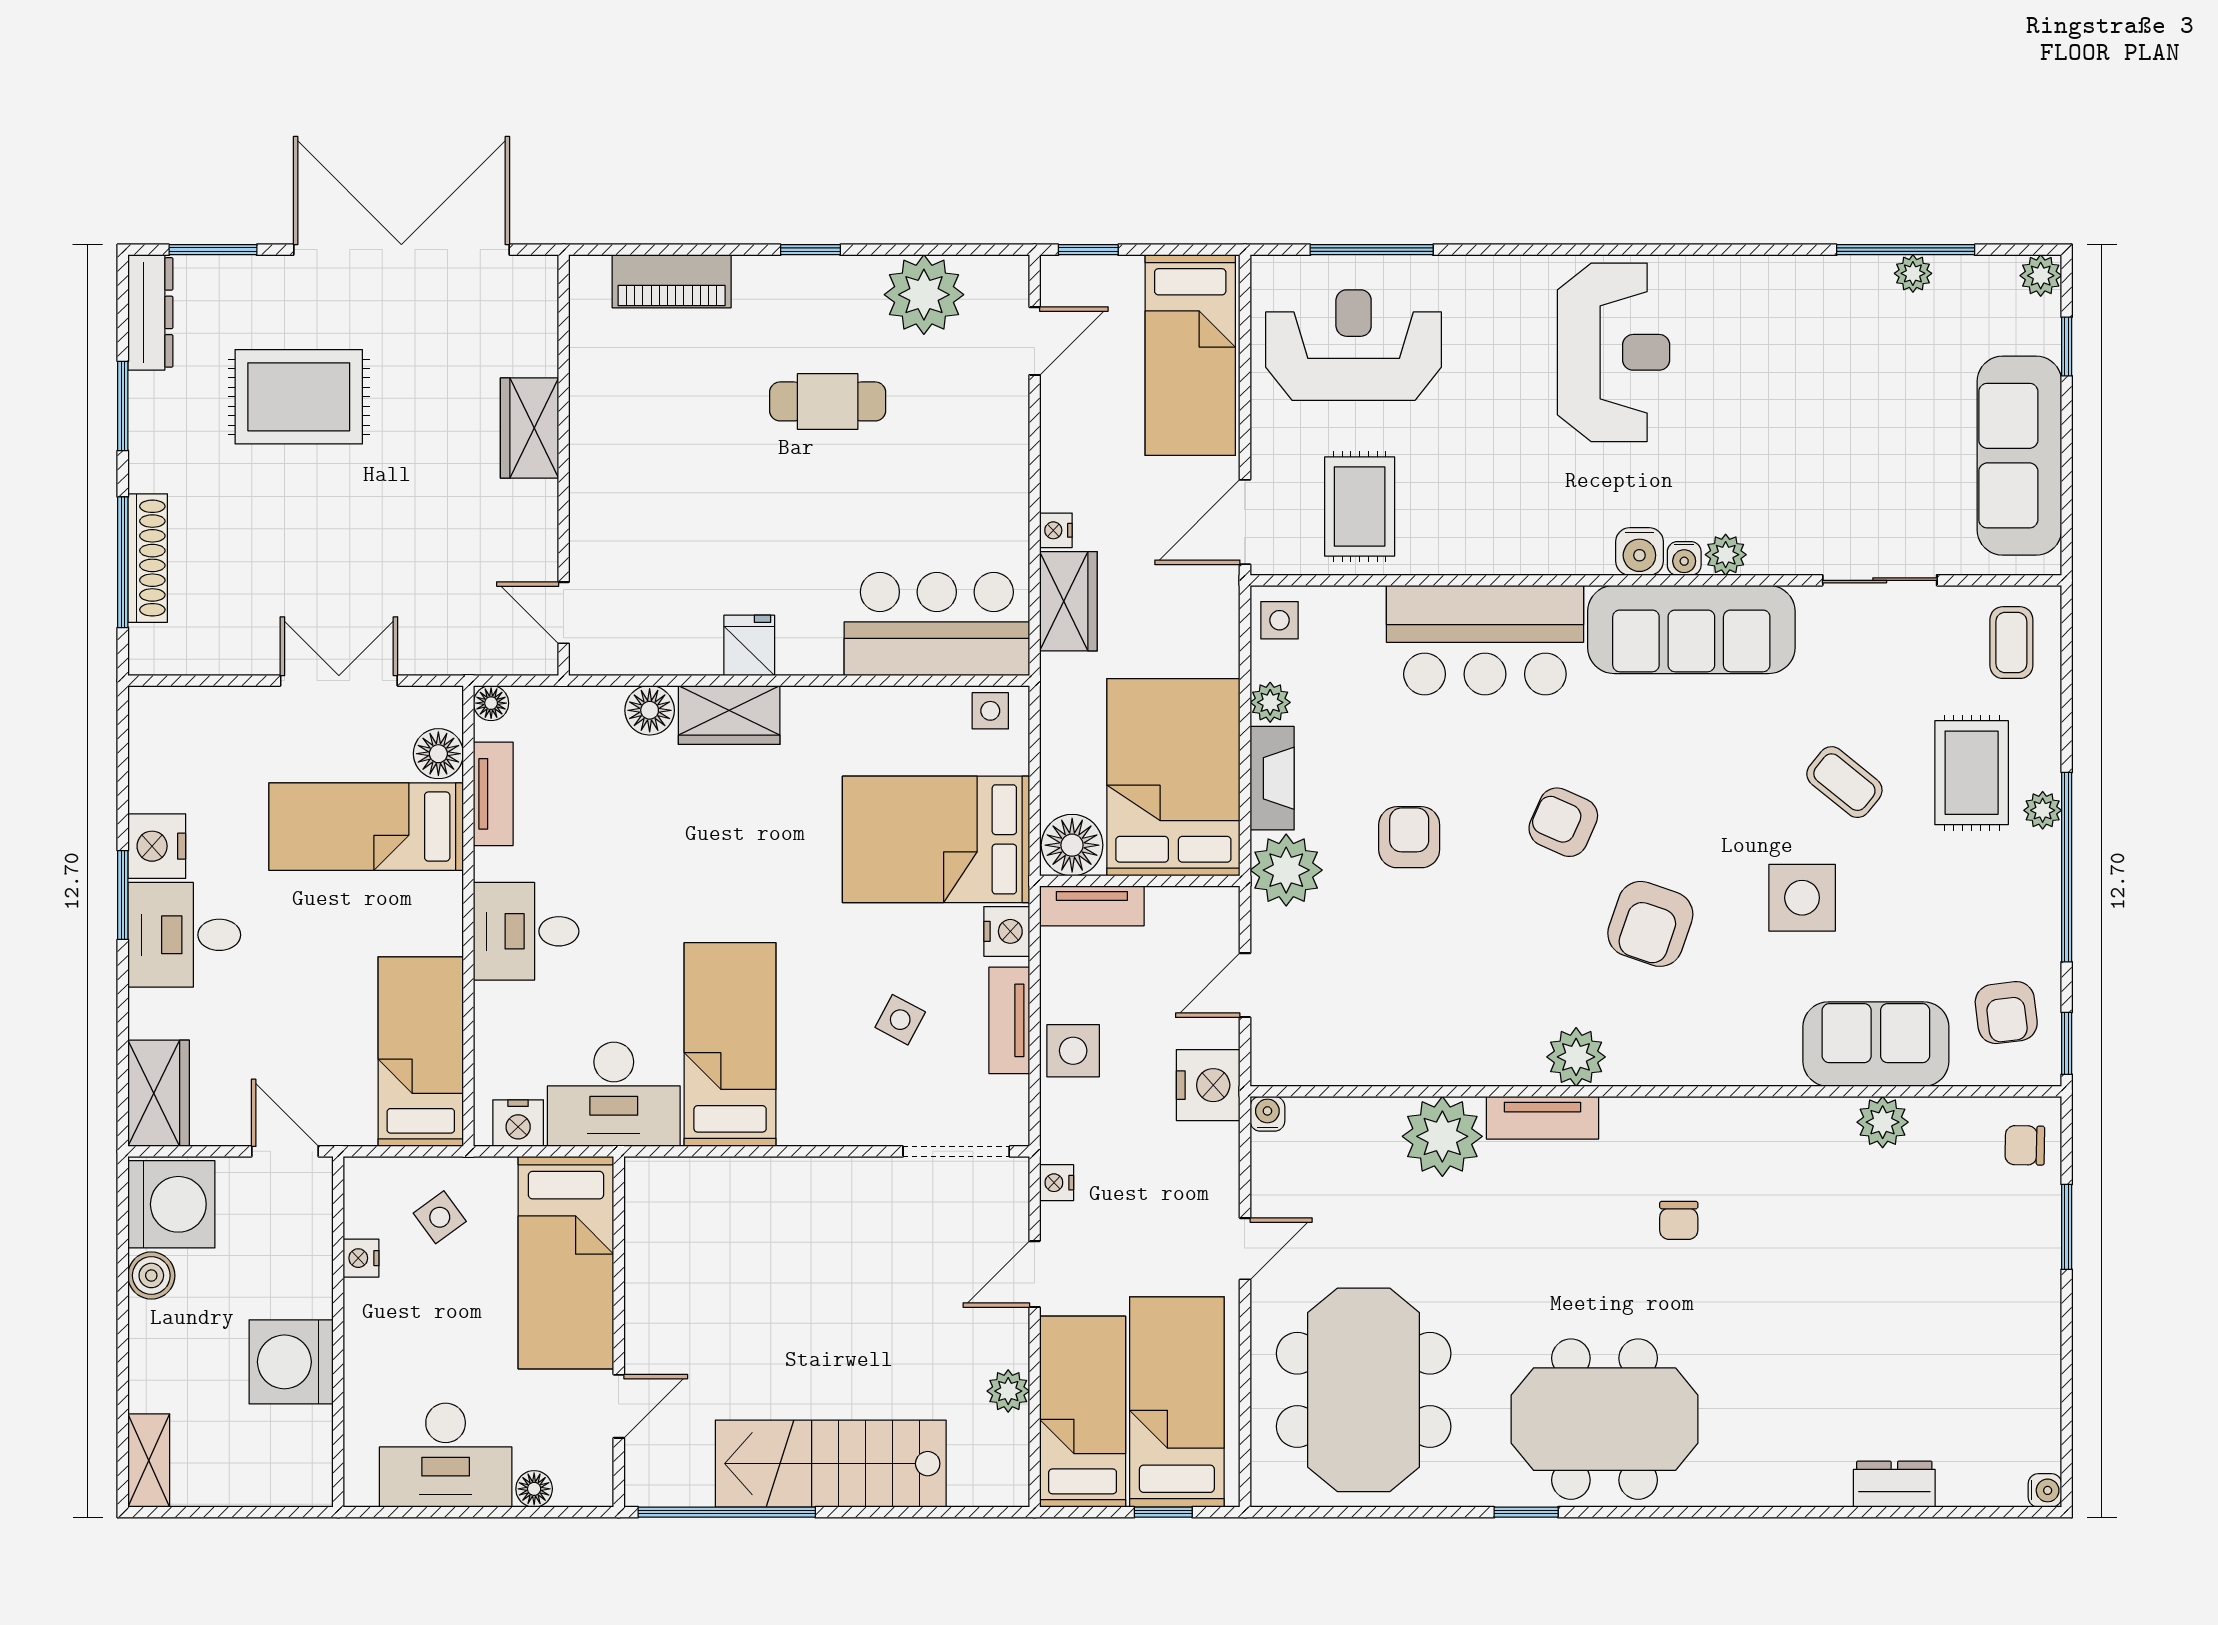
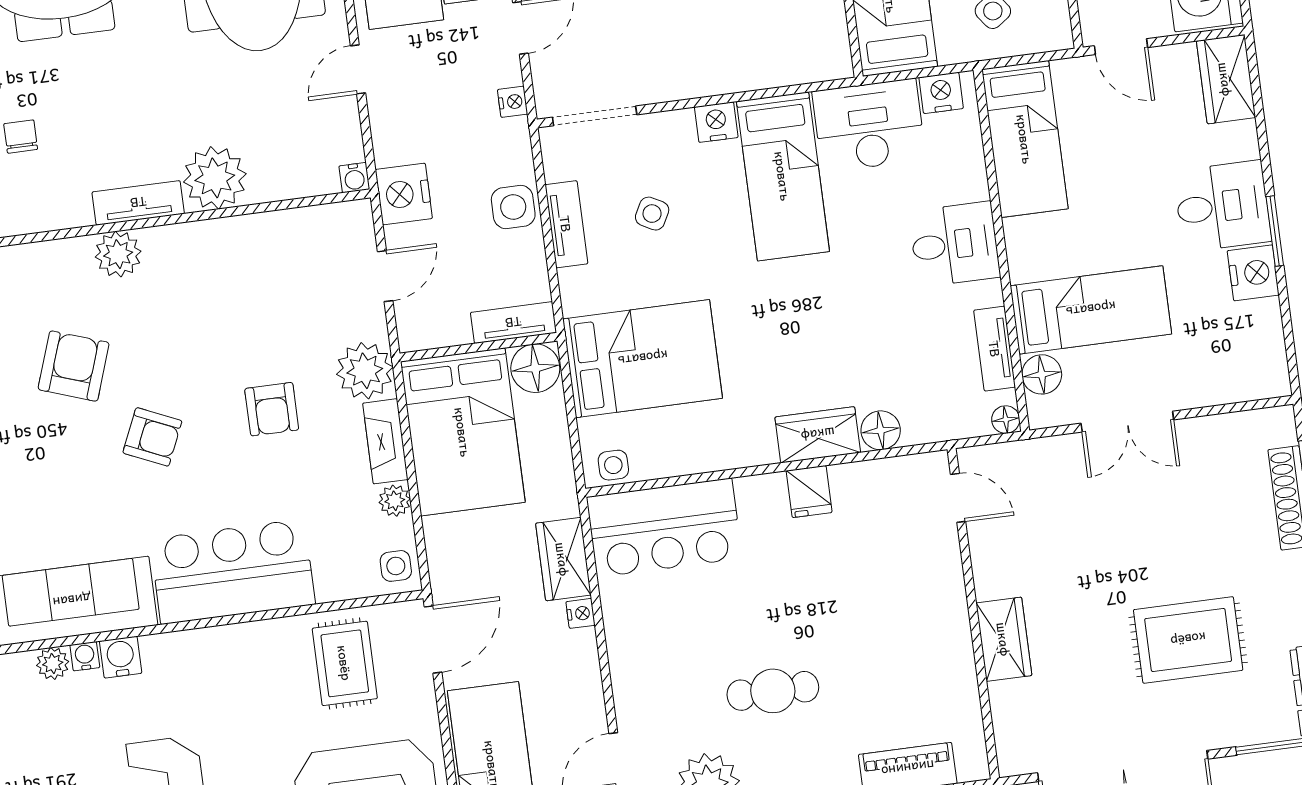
nightstand: (1007, 931) -> (716, 122), moved, turned 90

